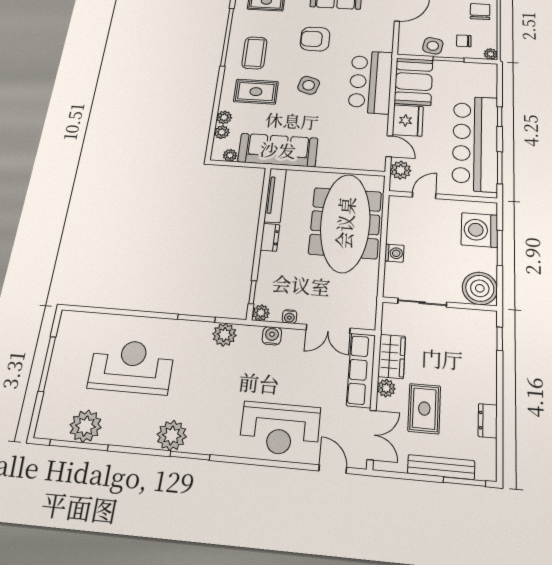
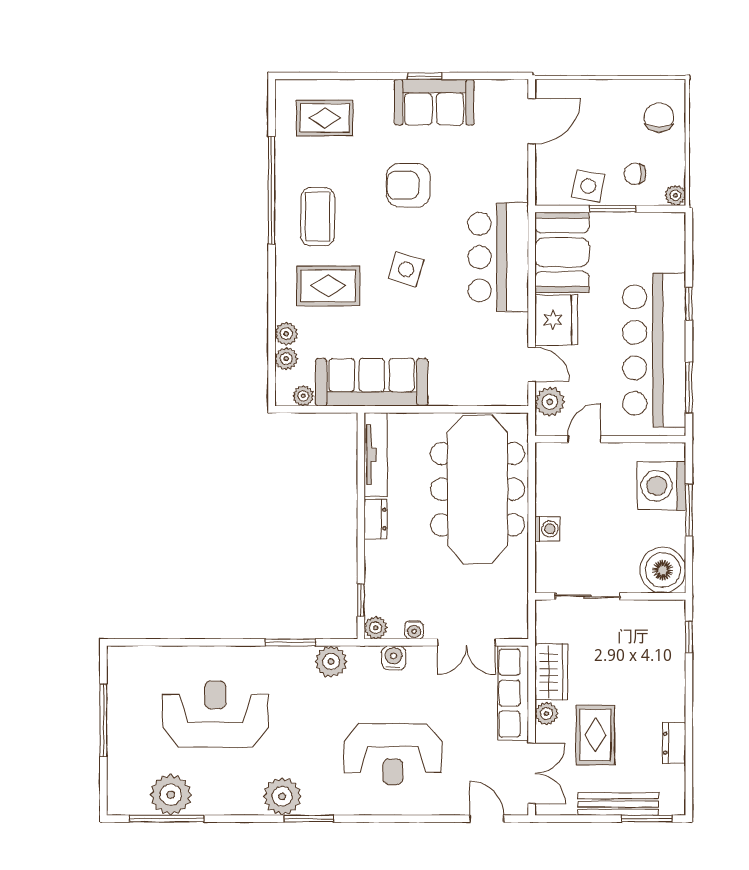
reception desk: (280, 429) -> (393, 754), moved

